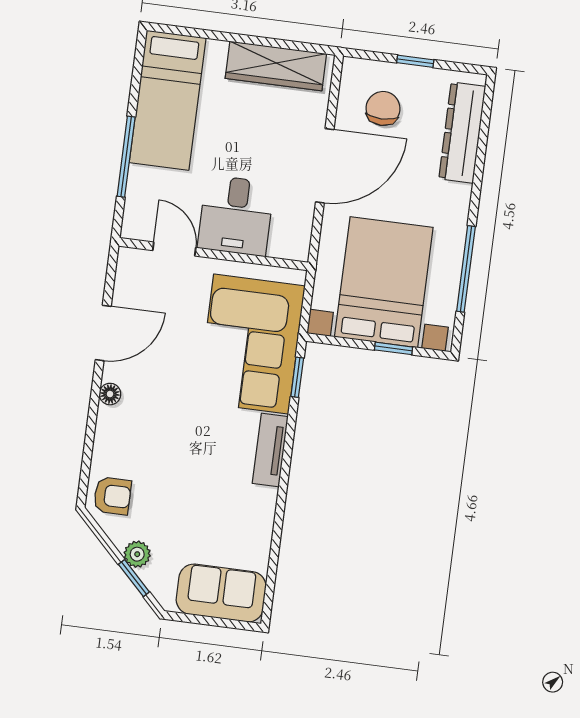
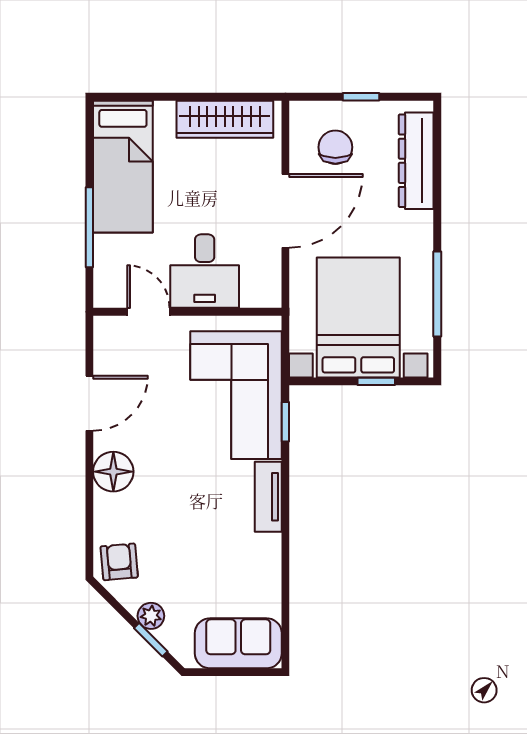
floor lamp: (110, 394) -> (113, 472), width x1.89, depth x1.89
armchair: (112, 496) -> (119, 562), turned -95

